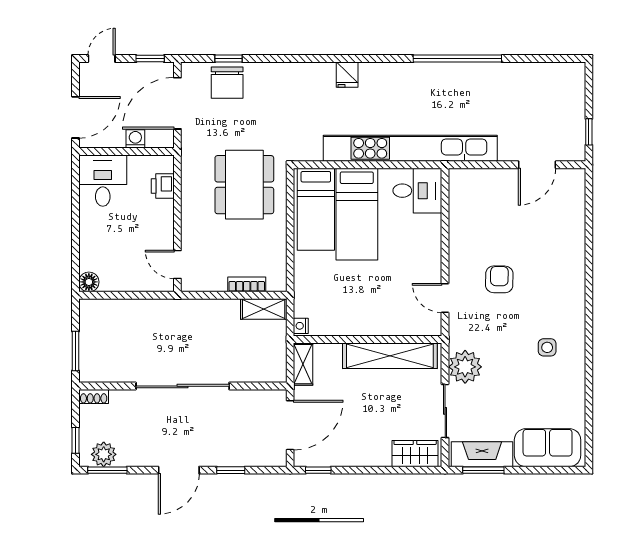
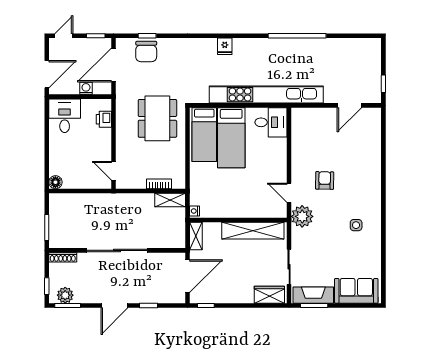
plant: (465, 367) -> (302, 216), moved
shoe rack: (94, 396) -> (63, 257), width x1.43

